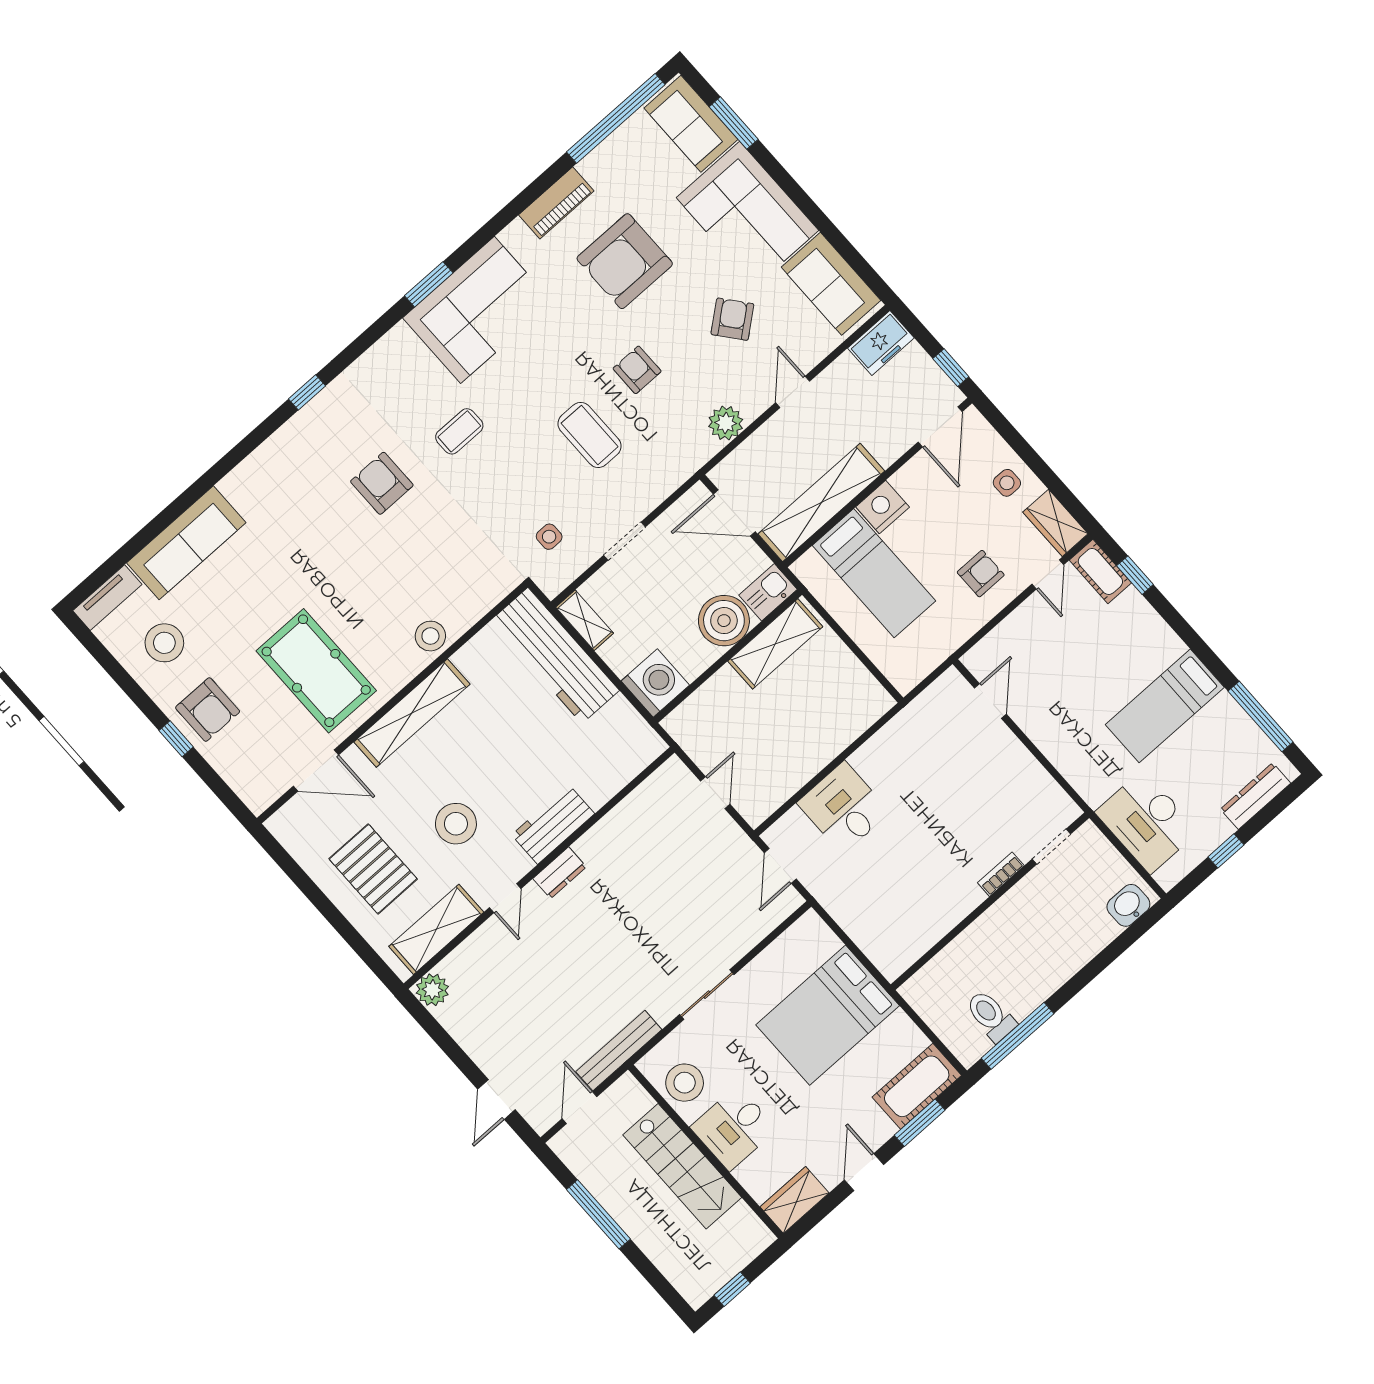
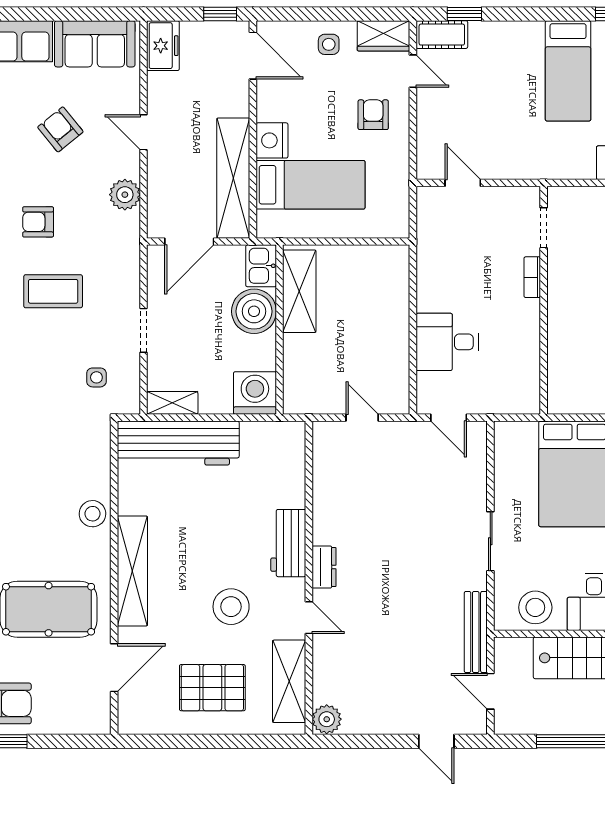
doorway: (1051, 847) -> (544, 228), moved
bookcase: (1001, 874) -> (532, 277), moved
wall: (990, 901) -> (544, 300), moved

